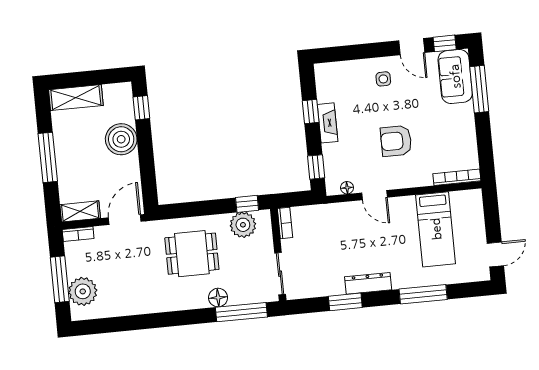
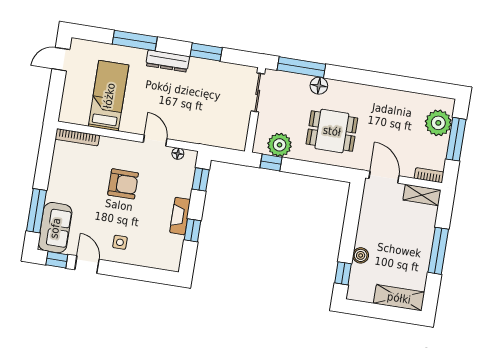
boiler: (121, 139) -> (361, 255), width x0.54, depth x0.54
door: (125, 220) -> (384, 177), swing flipped
bookcase: (285, 223) -> (242, 137), removed
dresser: (368, 283) -> (168, 61), moved

